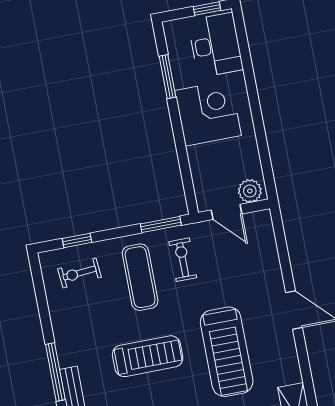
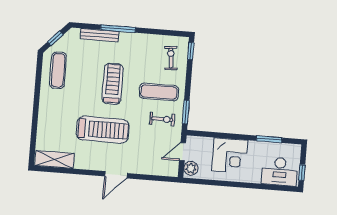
corner desk: (208, 113) -> (230, 156), moved
window: (77, 240) -> (191, 51), moved
treadmill: (227, 352) -> (103, 130), turned 180
treadmill: (148, 356) -> (113, 84), turned 180

